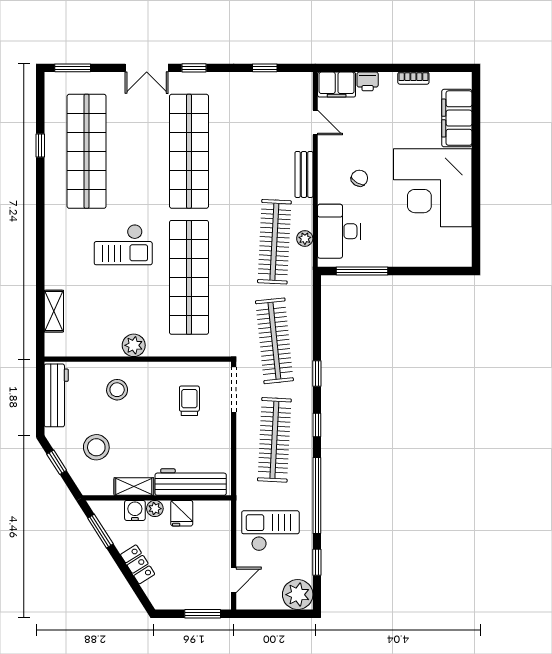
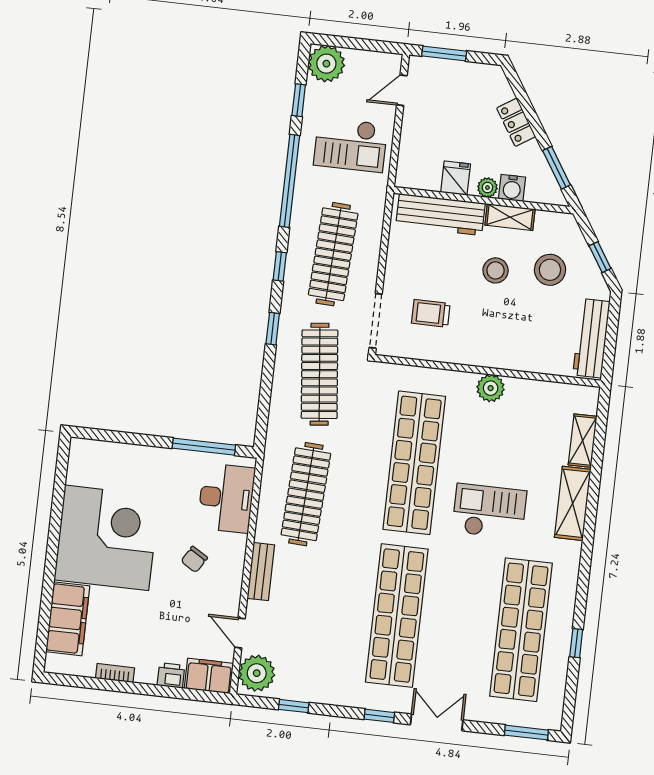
plant: (305, 239) -> (257, 673), moved, width x1.88, depth x1.88
shelving: (56, 259) -> (573, 503), added
stool: (117, 390) -> (496, 270), moved
trolley: (189, 401) -> (431, 313), turned 90

